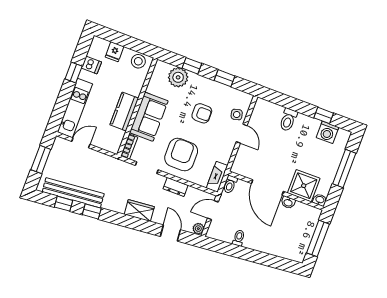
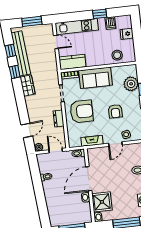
stool: (138, 61) -> (117, 55), moved
kitchen counter: (124, 111) -> (72, 62), moved
fireplace: (217, 177) -> (92, 141), moved
wardrobe: (139, 211) -> (28, 86), moved

